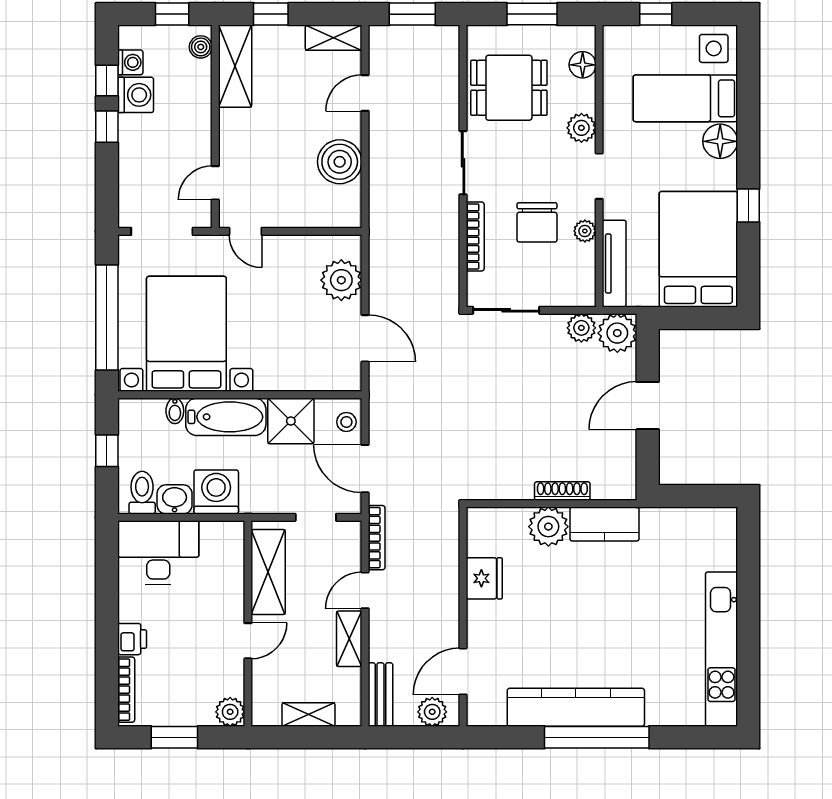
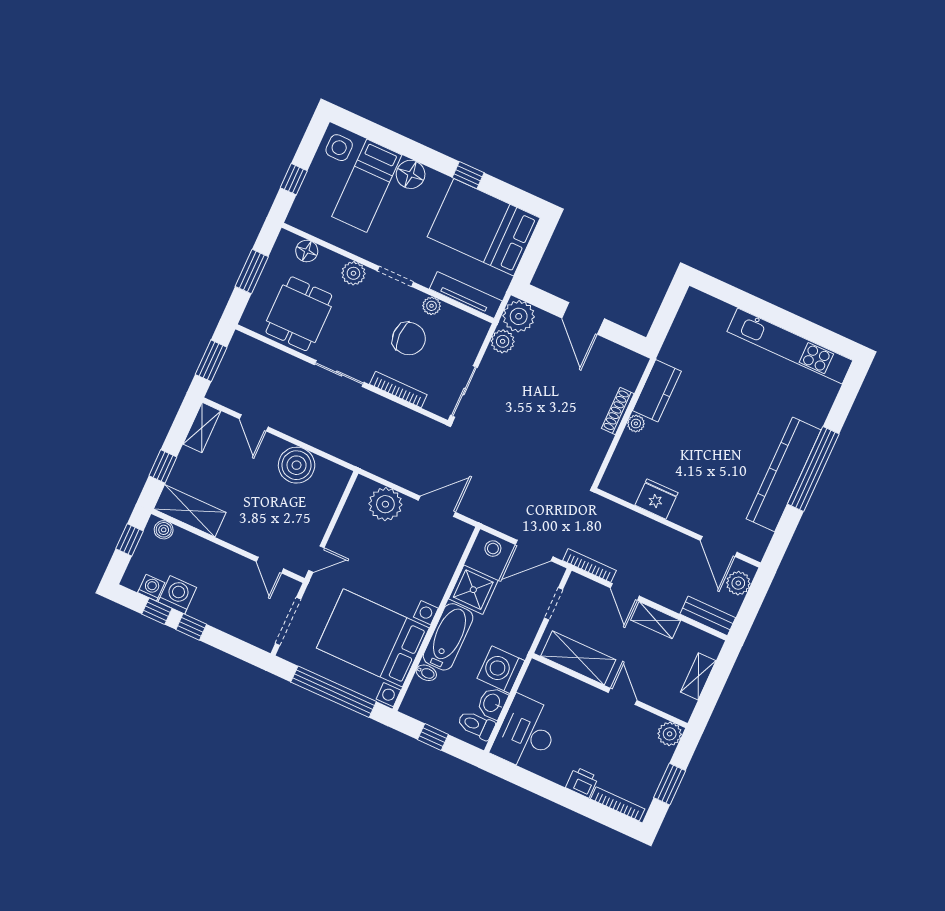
plant: (548, 527) -> (636, 424), width x0.53, depth x0.53

